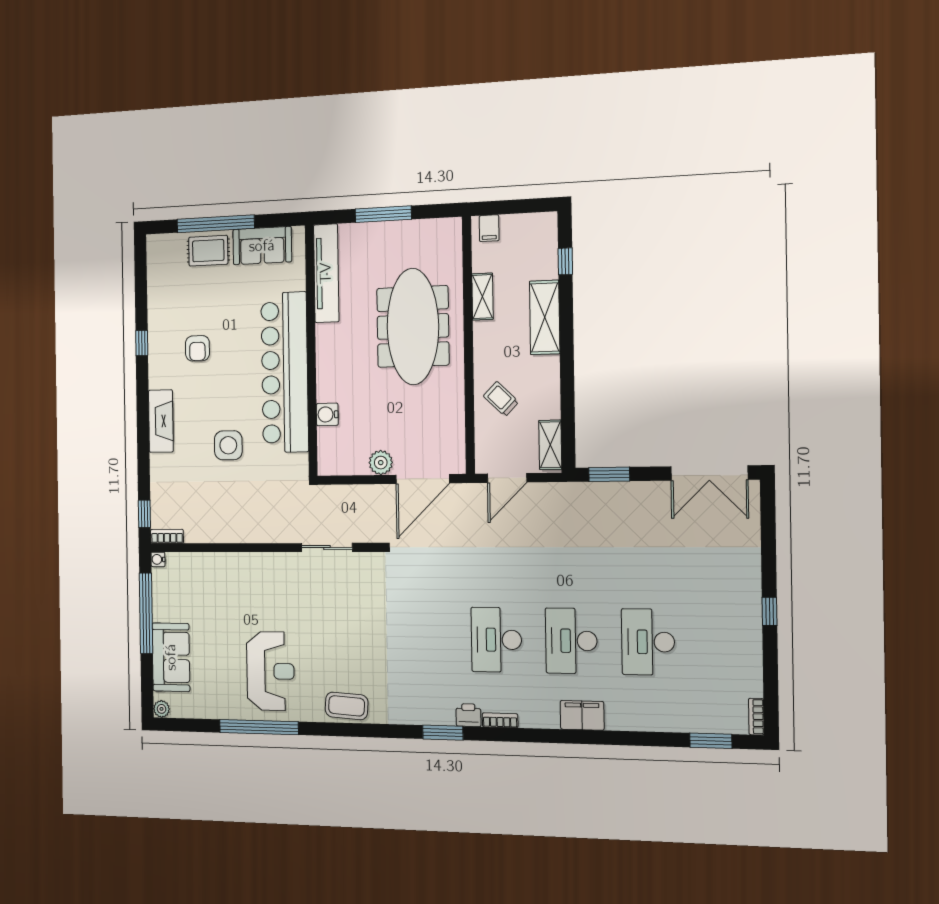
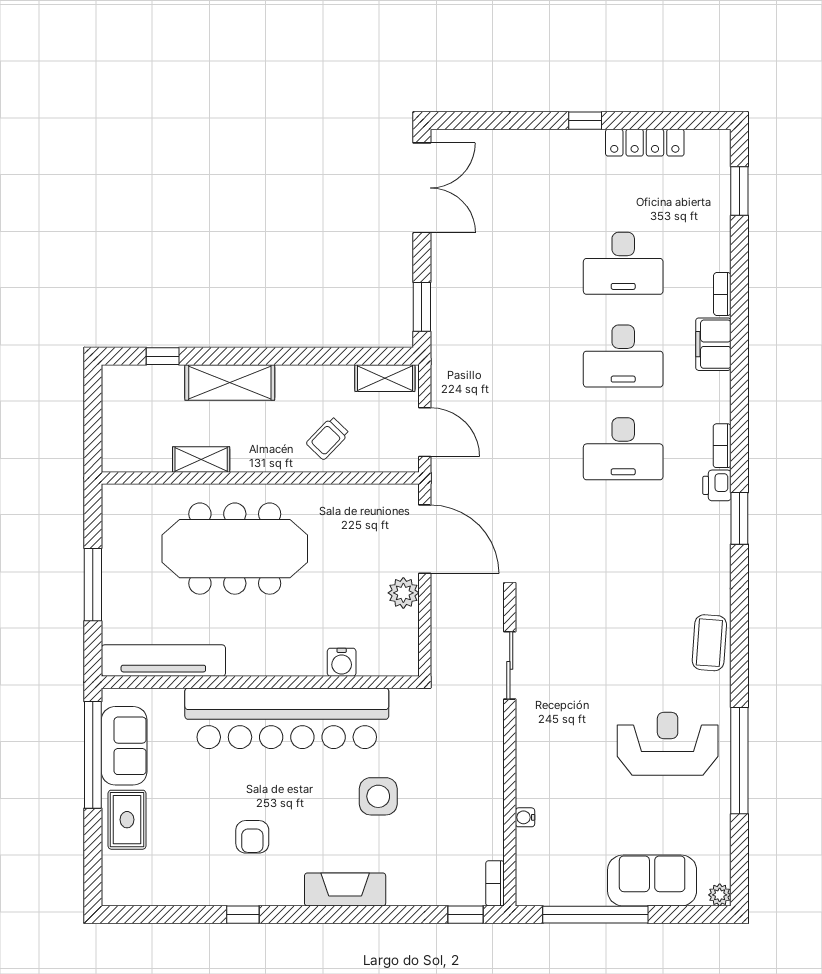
window: (216, 224) -> (93, 755), moved
filing cabinet: (489, 228) -> (118, 450), removed
armchair: (197, 348) -> (252, 837), turned 90
water cooler: (158, 559) -> (525, 817), moved, turned 90
locker: (751, 662) -> (645, 143), added
bookcase: (756, 717) -> (722, 294), moved, turned 90

